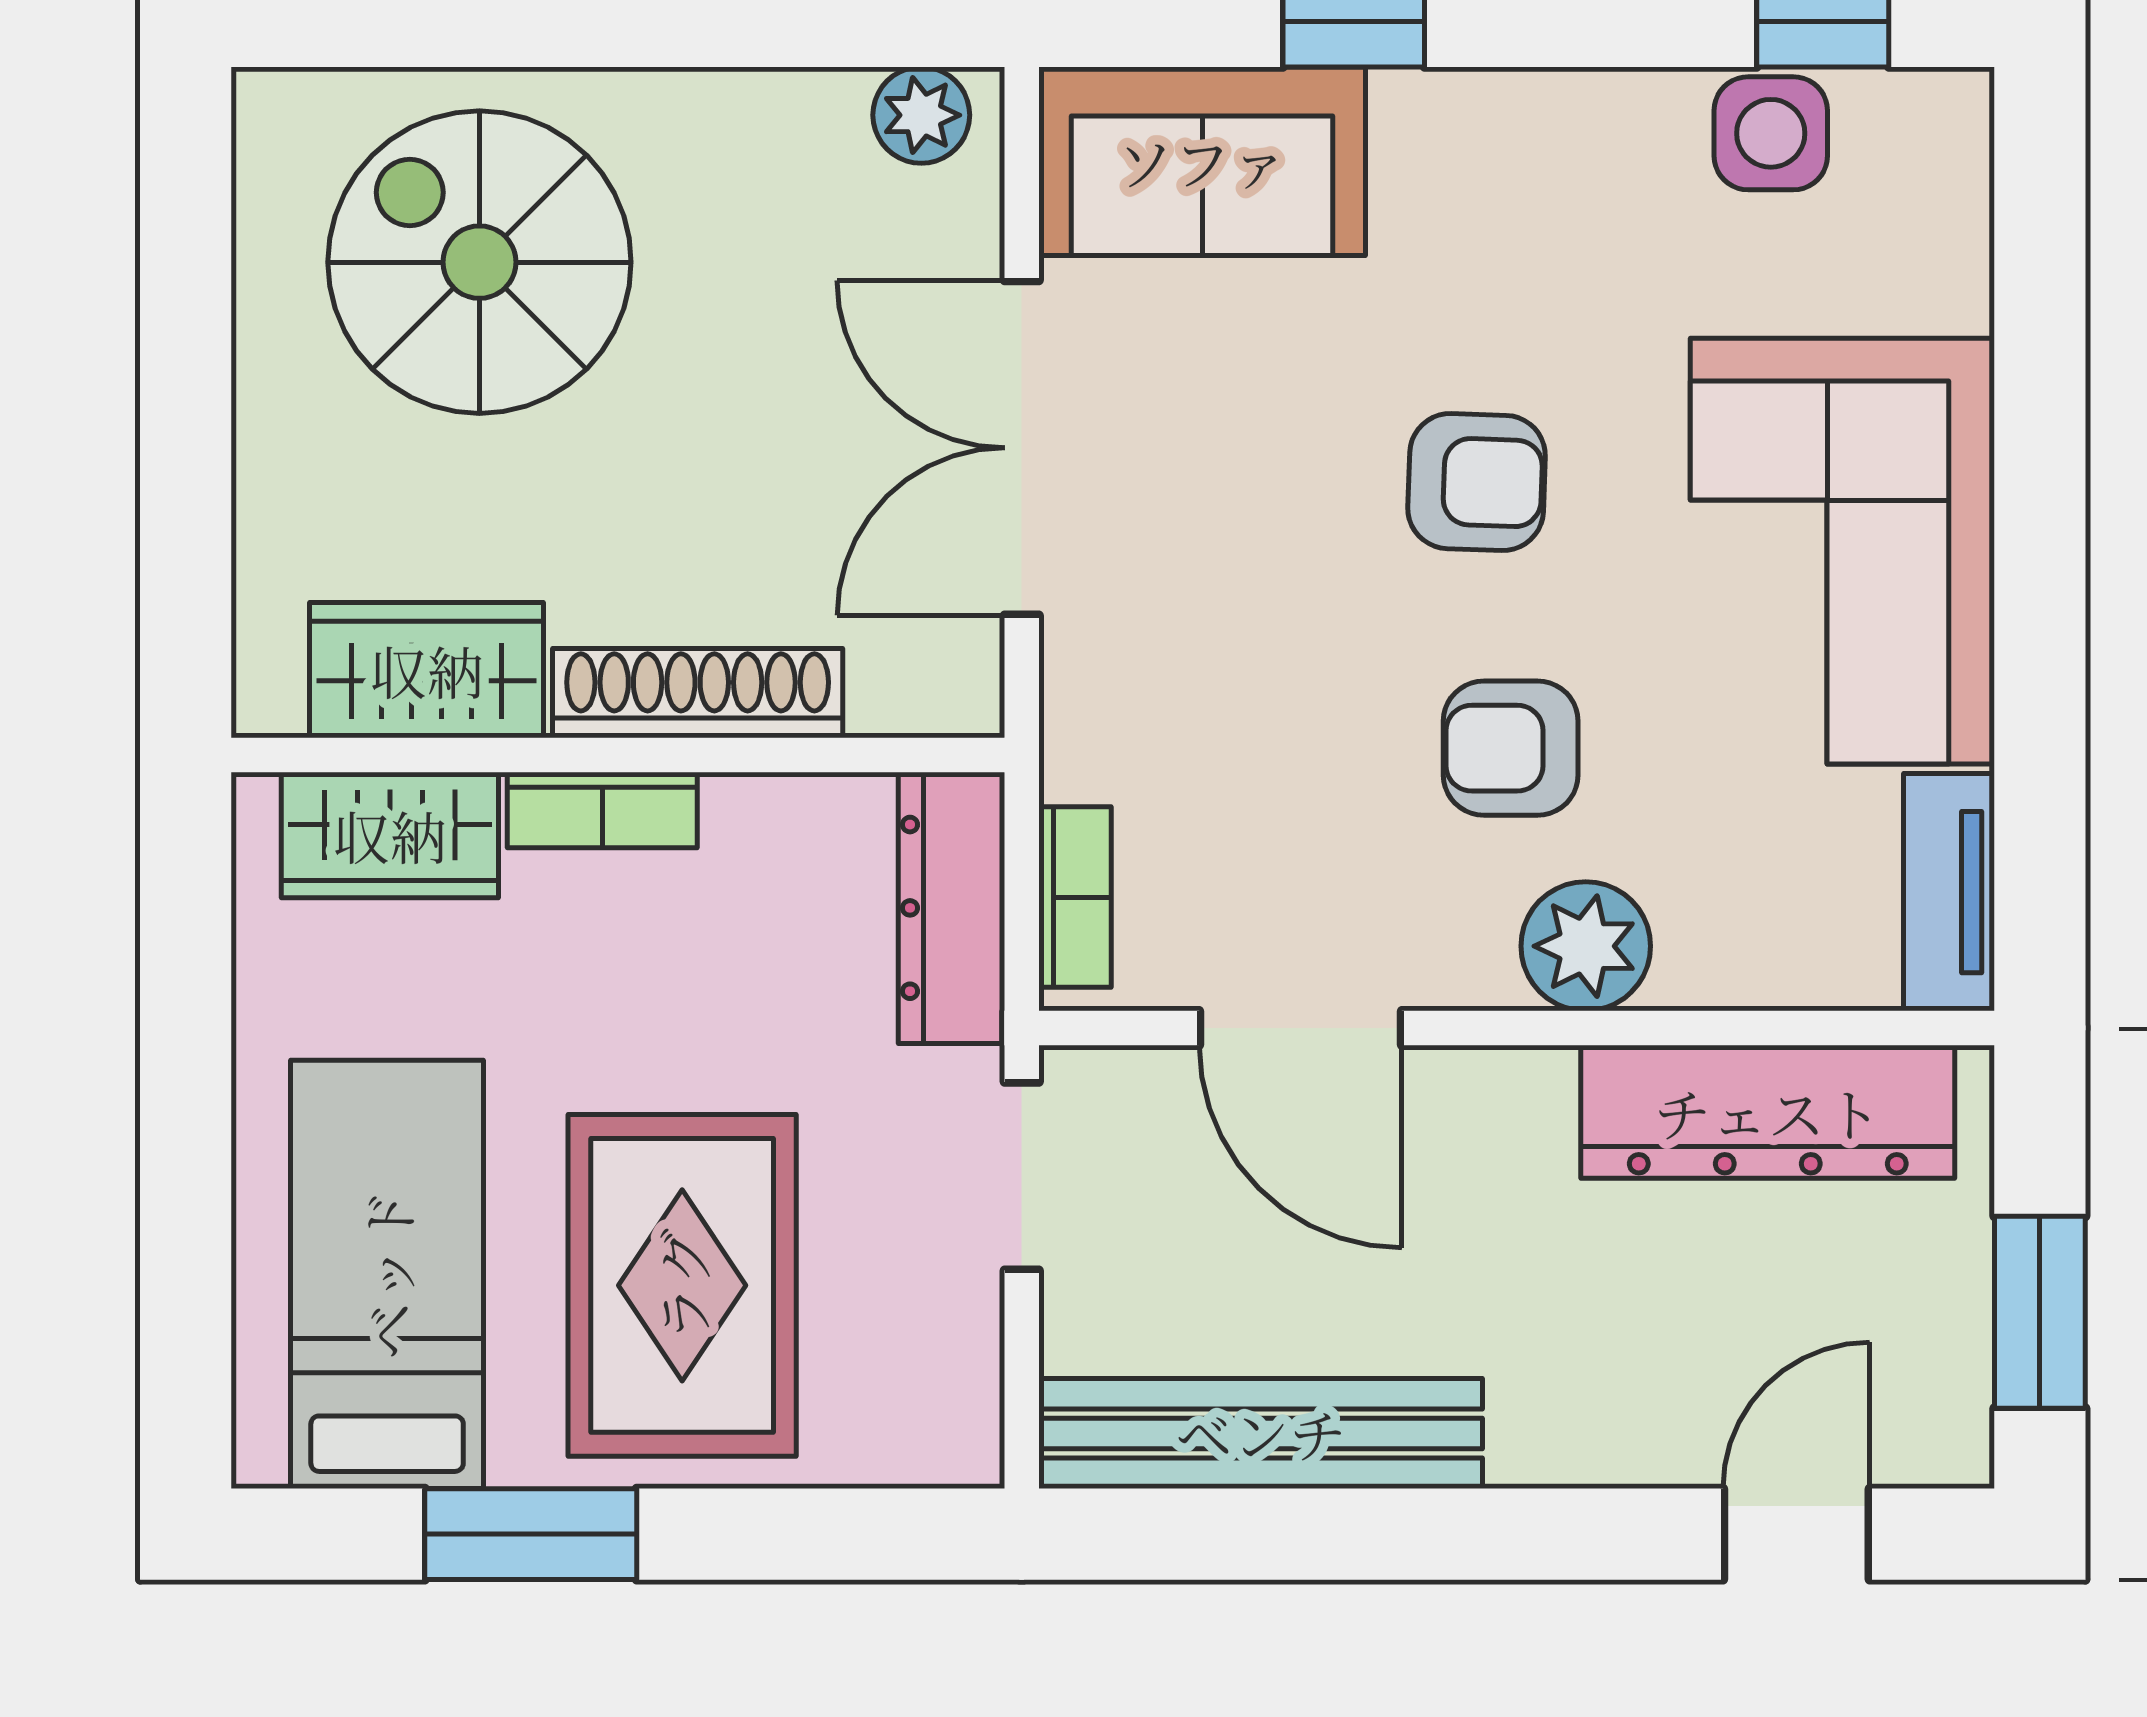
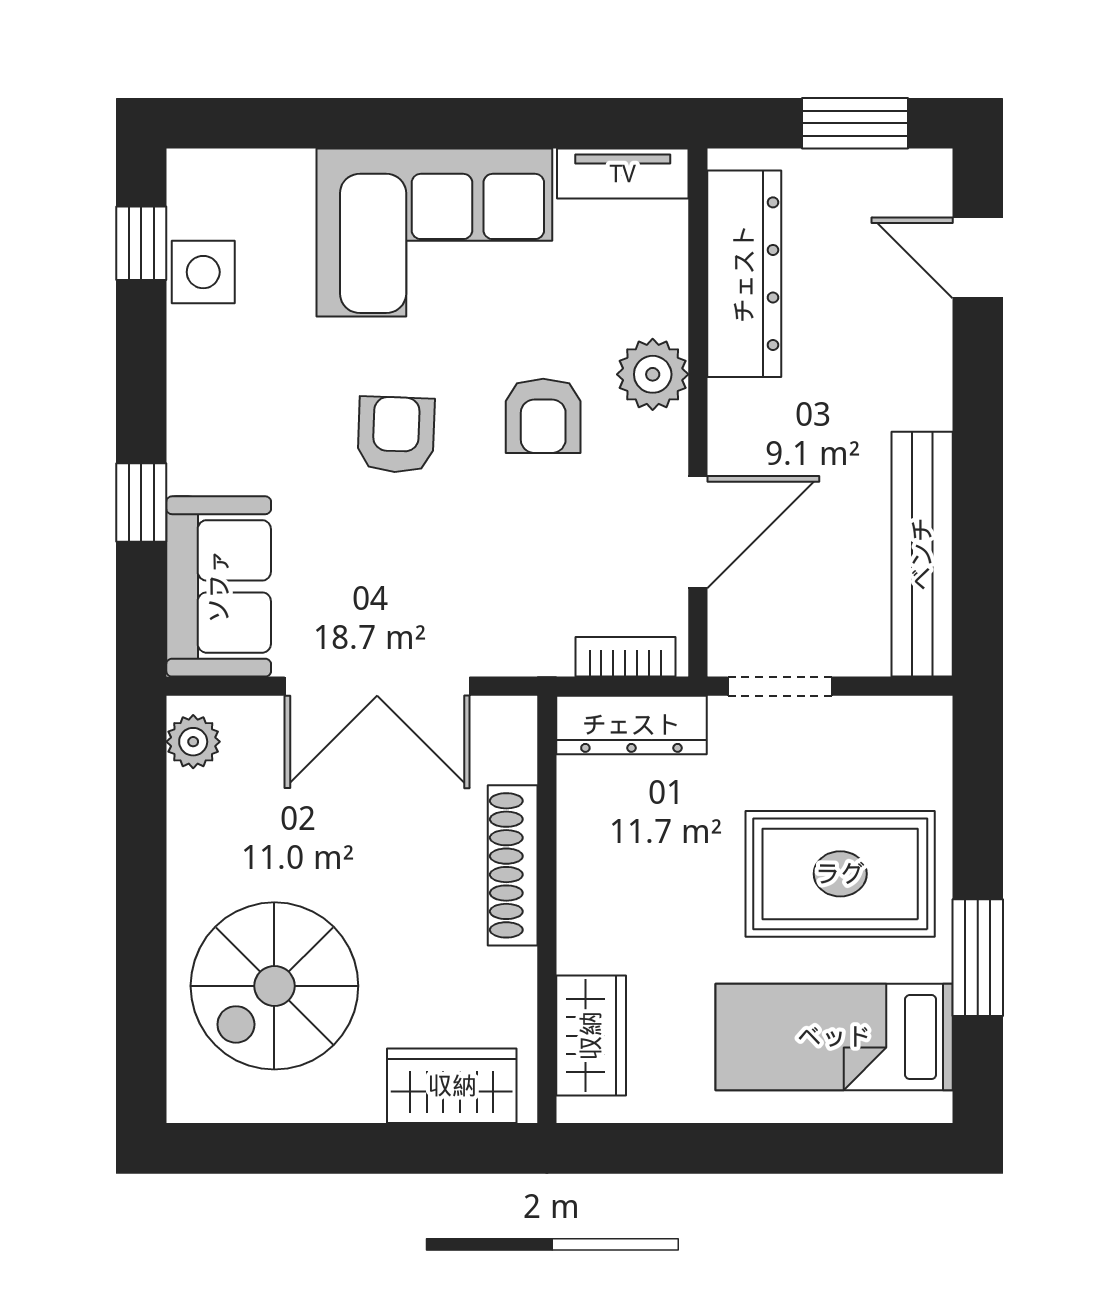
wardrobe: (427, 670) -> (452, 1086), moved, turned 90
bookcase: (602, 810) -> (577, 918), removed

